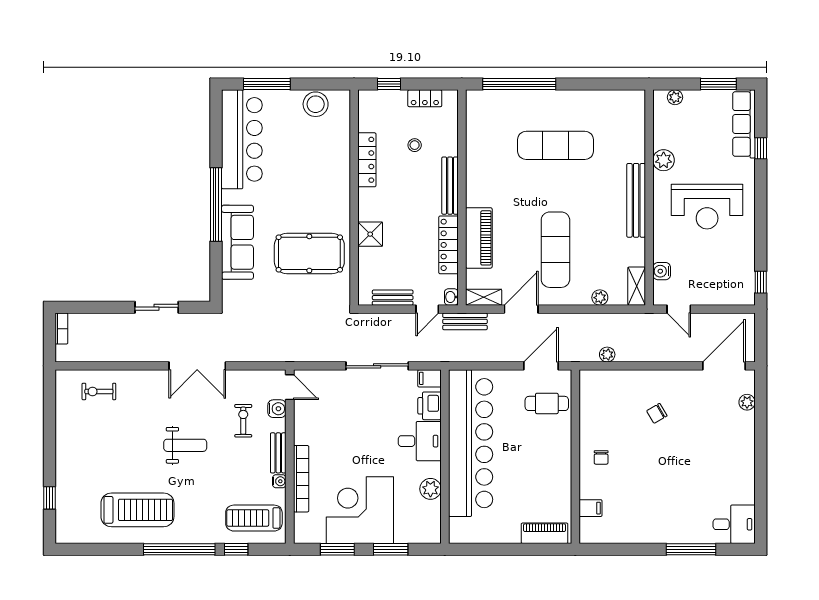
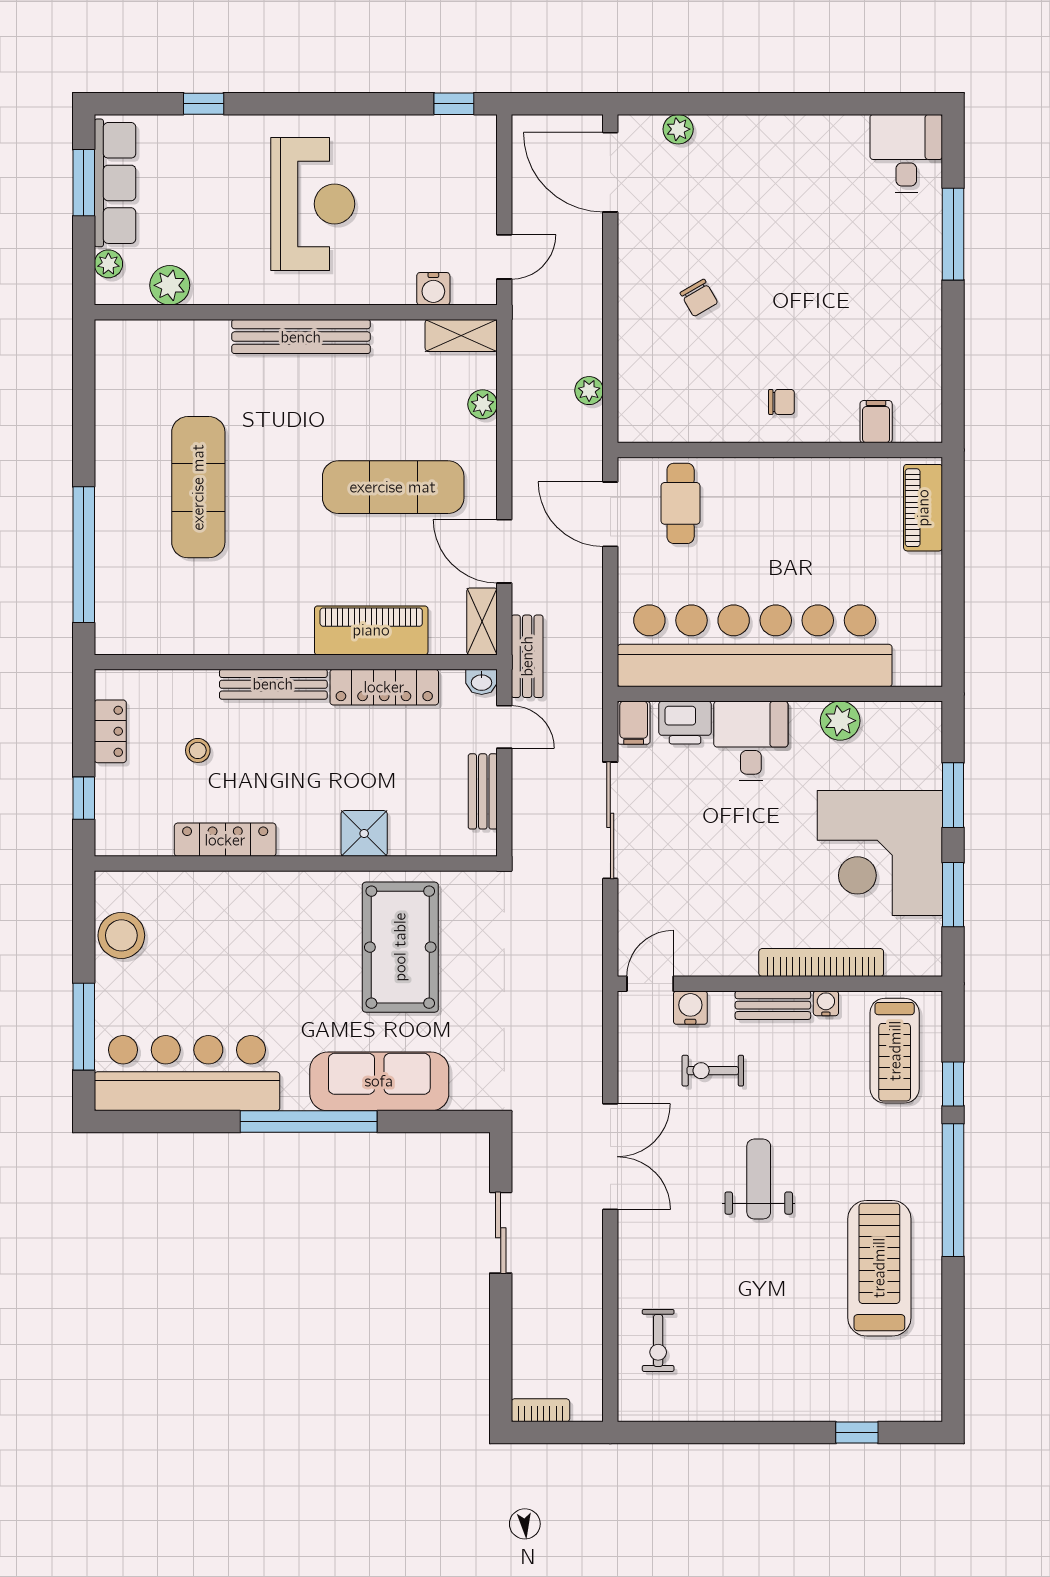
row of seats: (744, 124) -> (115, 183), moved, turned -90
plant: (664, 160) -> (170, 285), moved

